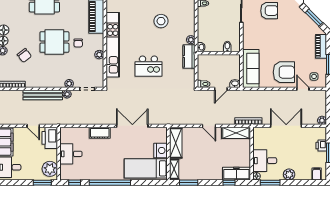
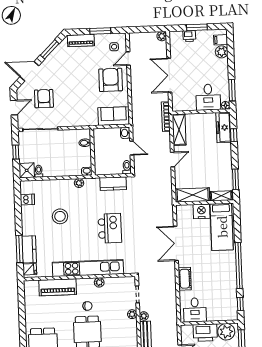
kitchen counter: (189, 56) -> (113, 184), moved
sofa: (251, 69) -> (114, 116), width x0.73
printer: (50, 138) -> (205, 333), moved
desk: (71, 154) -> (195, 310), moved
plant: (289, 174) -> (222, 52), moved

